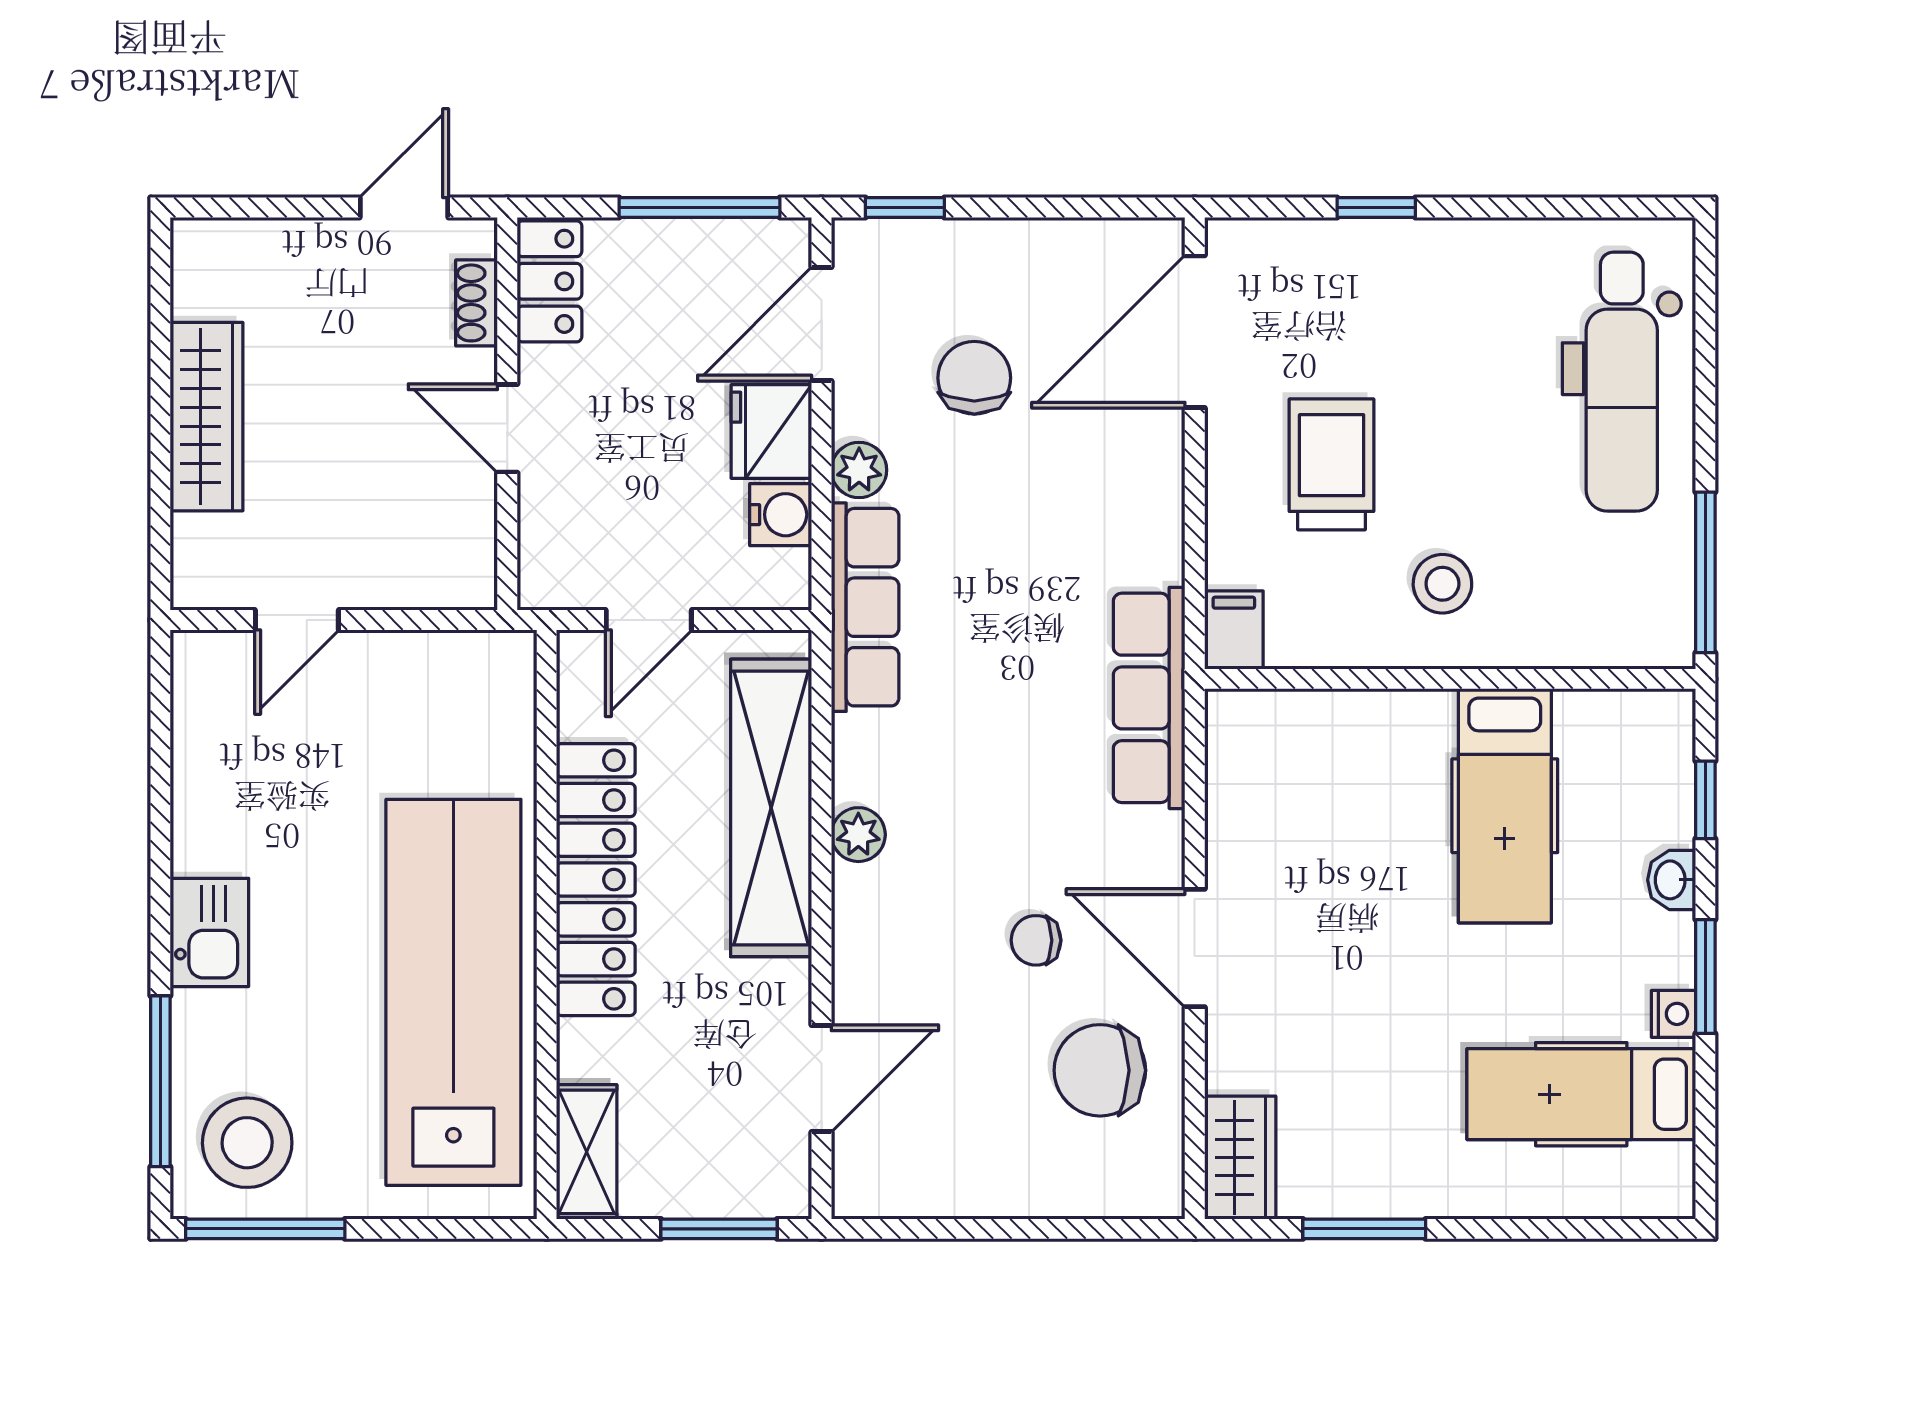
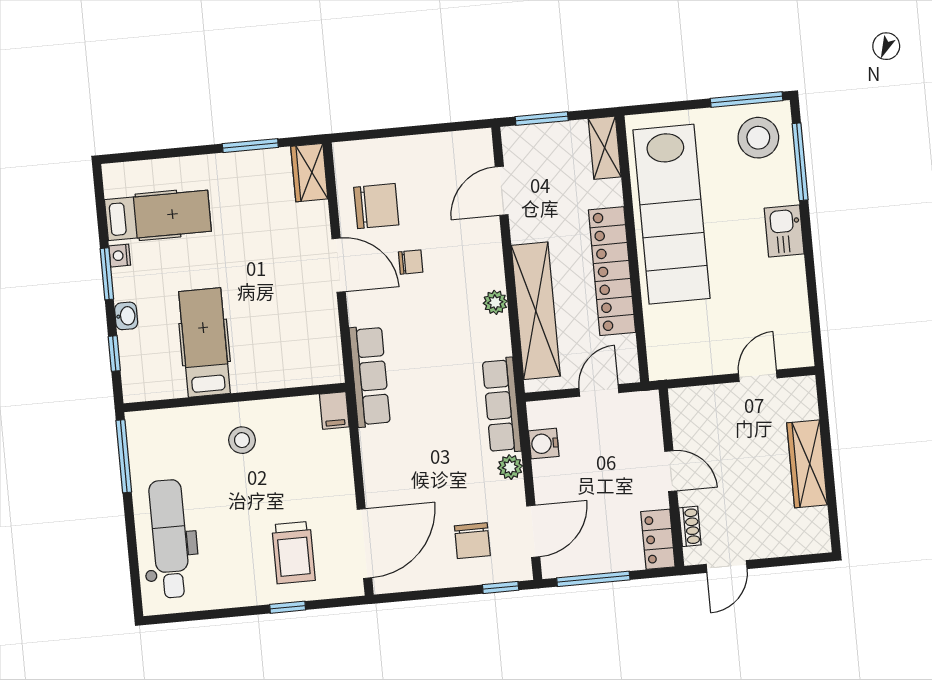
chair: (974, 378) -> (472, 541), moved
fridge: (771, 432) -> (551, 481), removed
trolley: (1332, 464) -> (293, 553), moved

